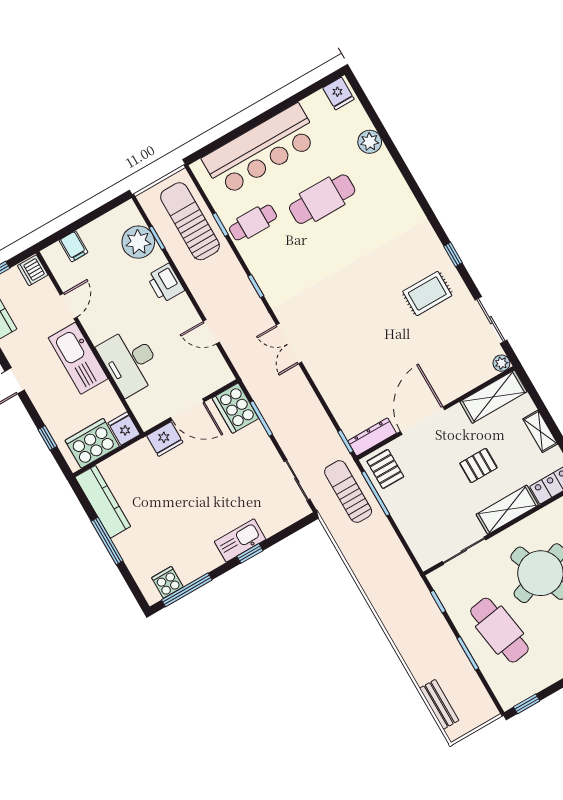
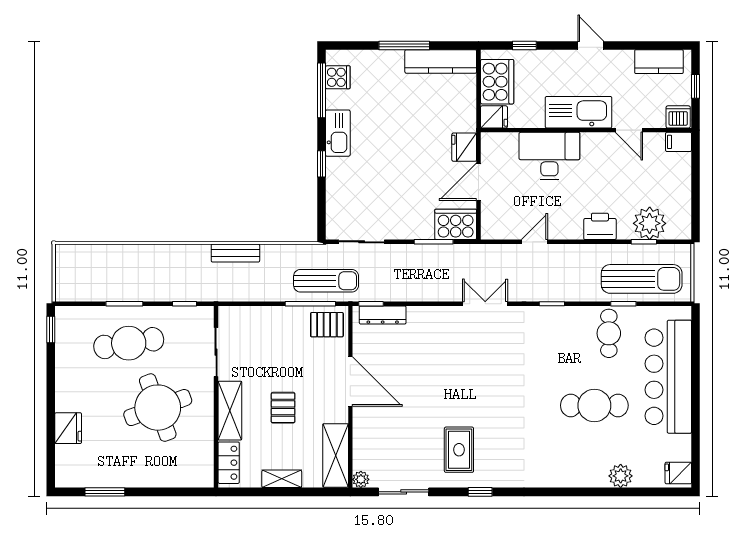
cafe table: (322, 199) -> (594, 405), turned 90
filing cabinet: (73, 246) -> (679, 142), moved
dresser: (372, 437) -> (383, 315), moved, turned 90
kitchen sink: (240, 540) -> (338, 133), moved
bench: (439, 704) -> (235, 253), moved

